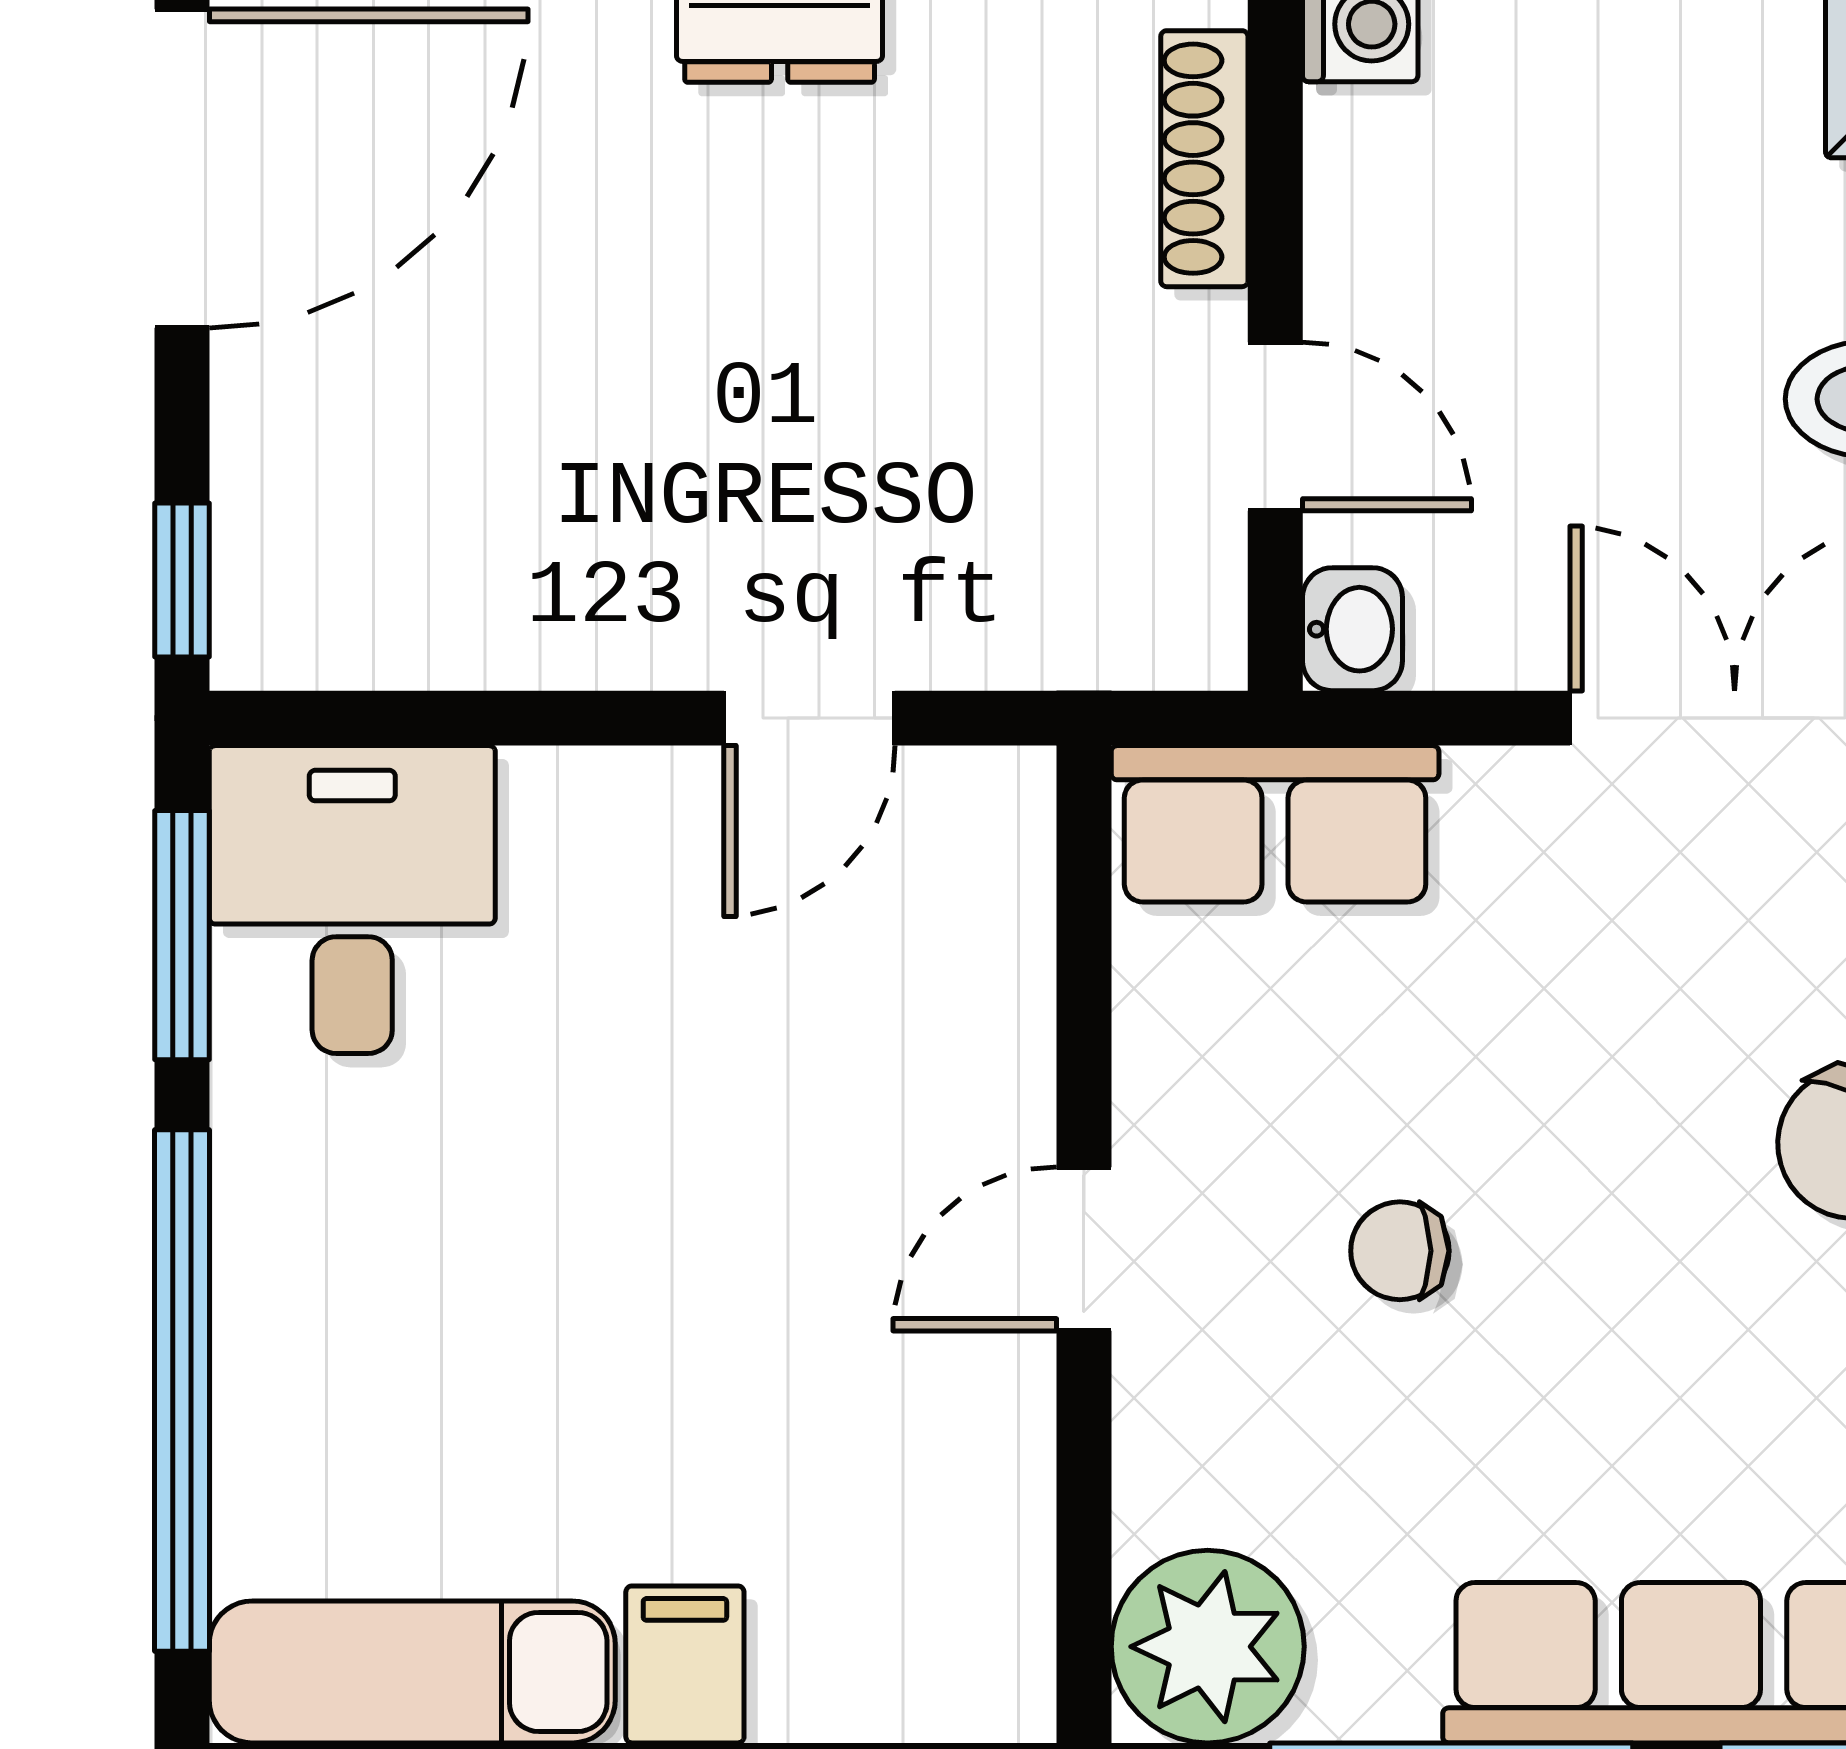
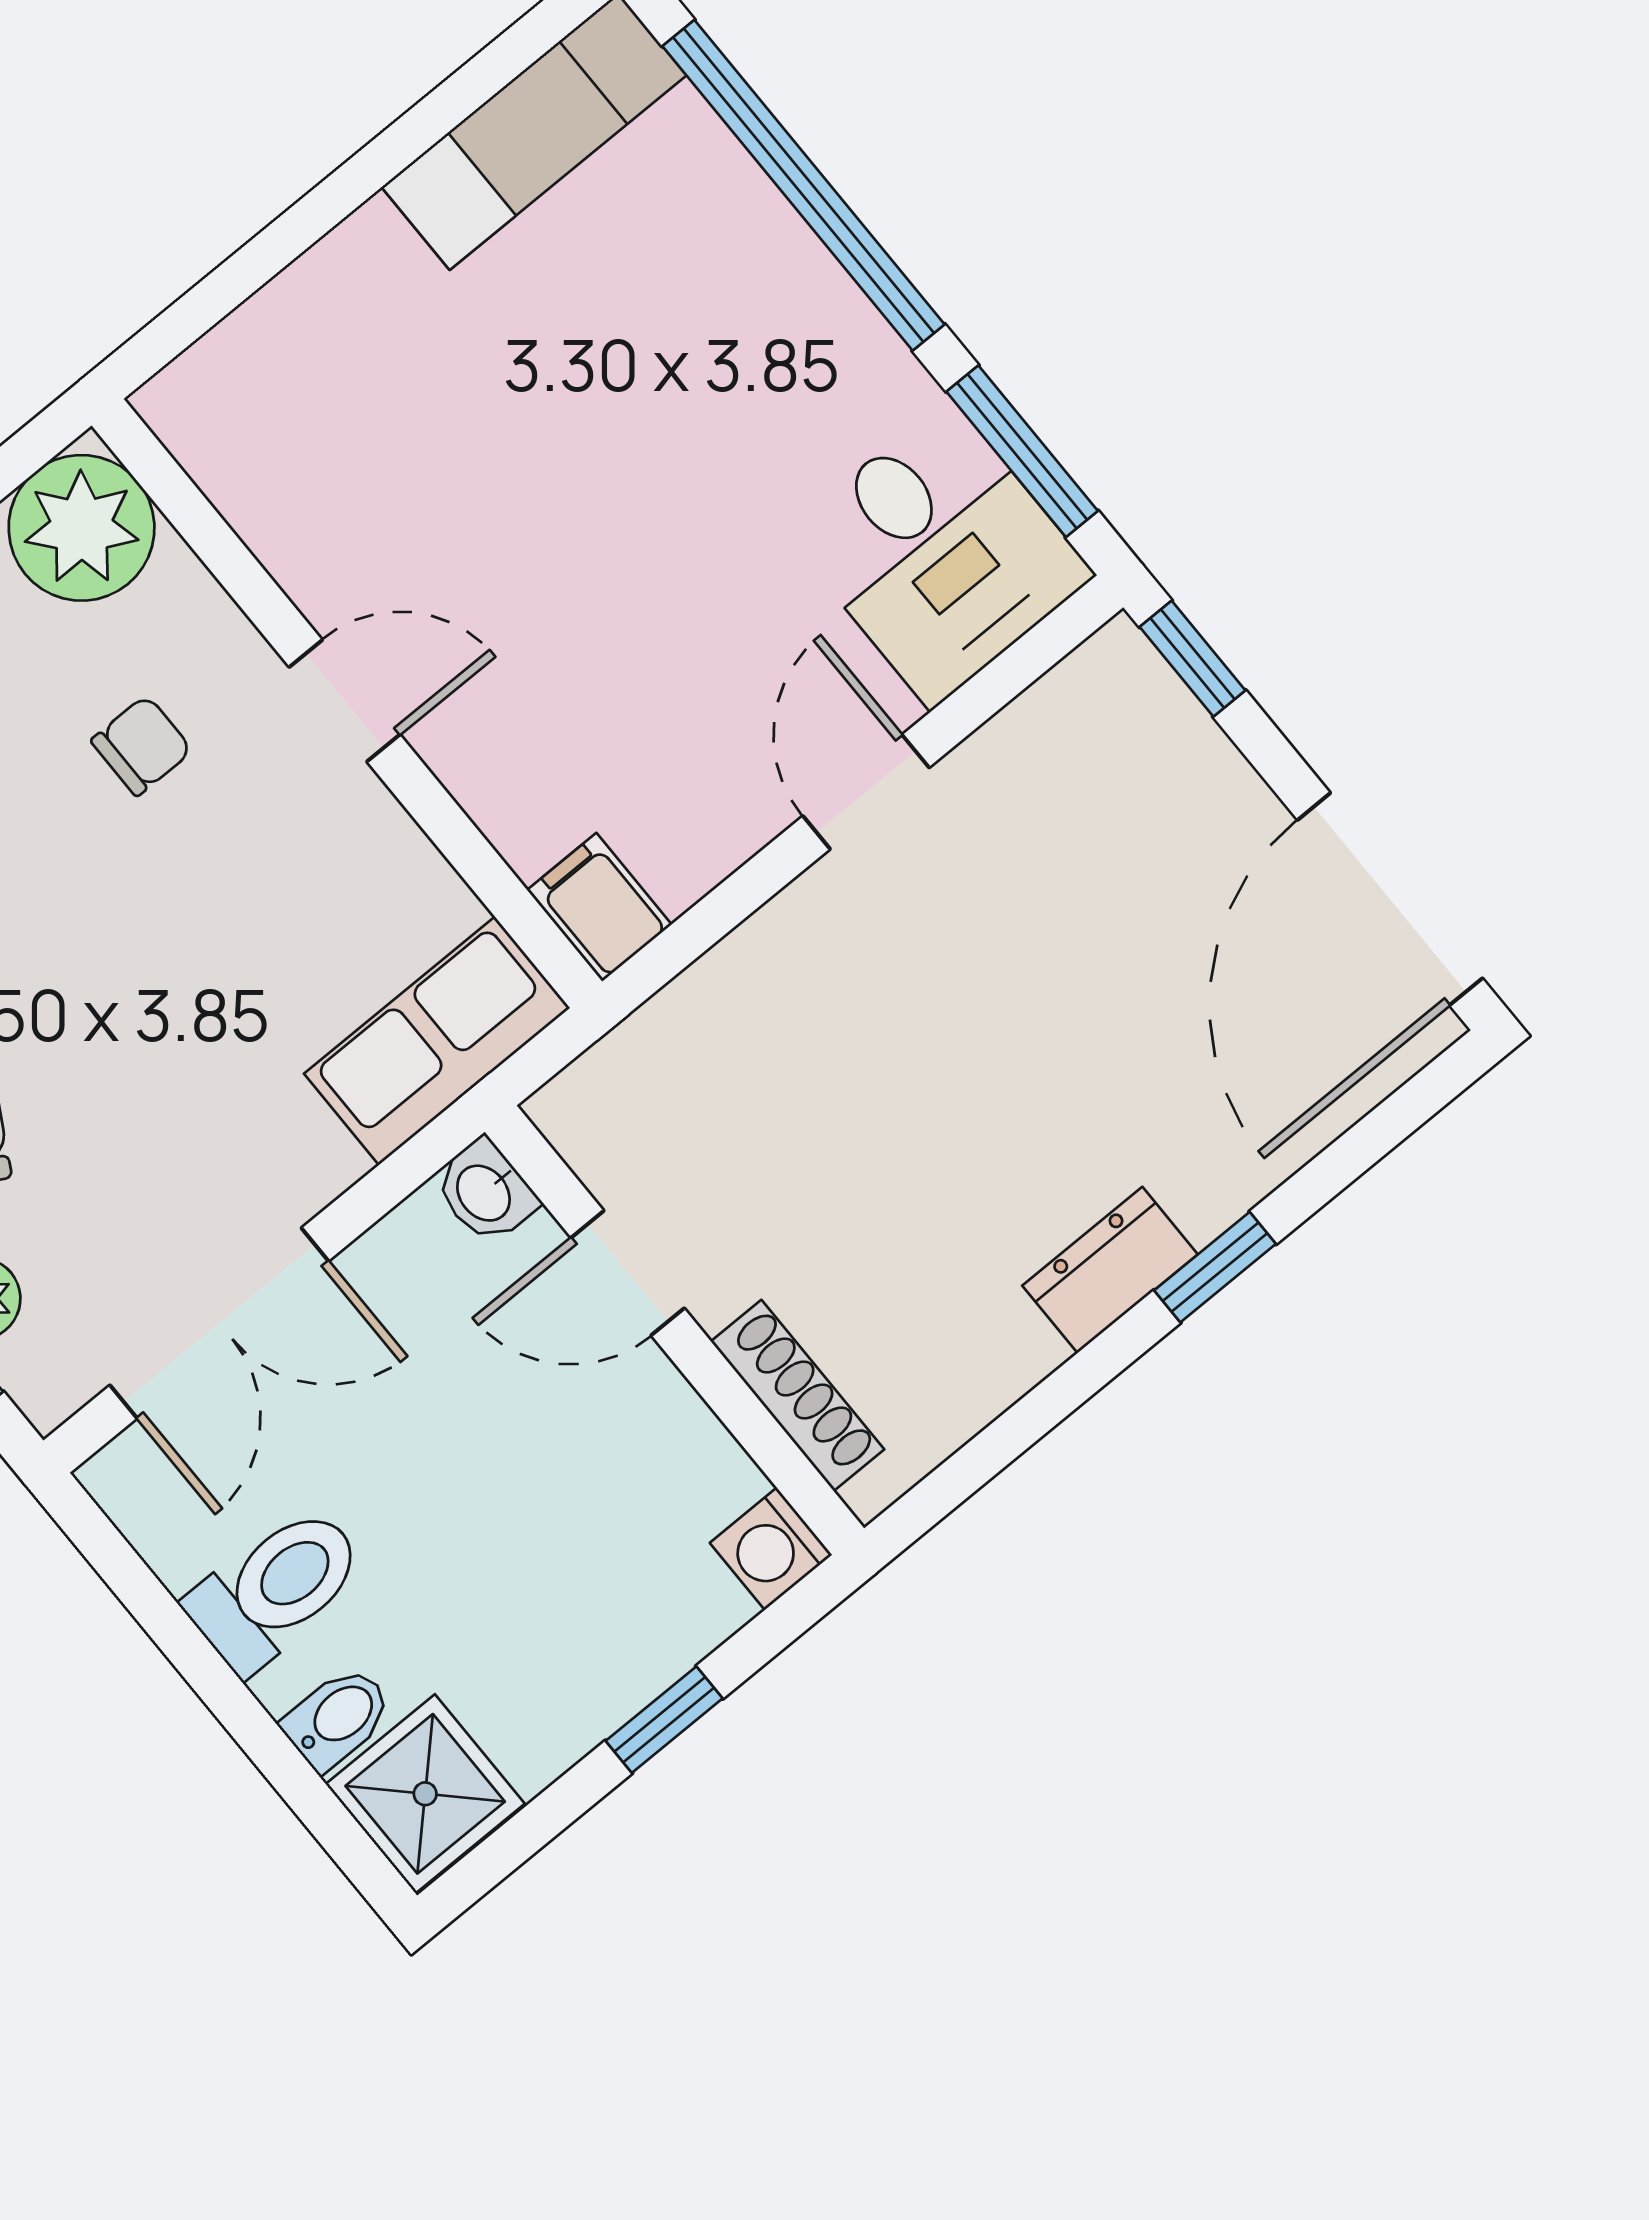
door: (809, 718) -> (866, 792), moved
door: (1084, 1249) -> (345, 701), hinge flipped
chair: (1400, 1251) -> (142, 746), moved
filing cabinet: (685, 1664) -> (600, 907), moved, turned 180

